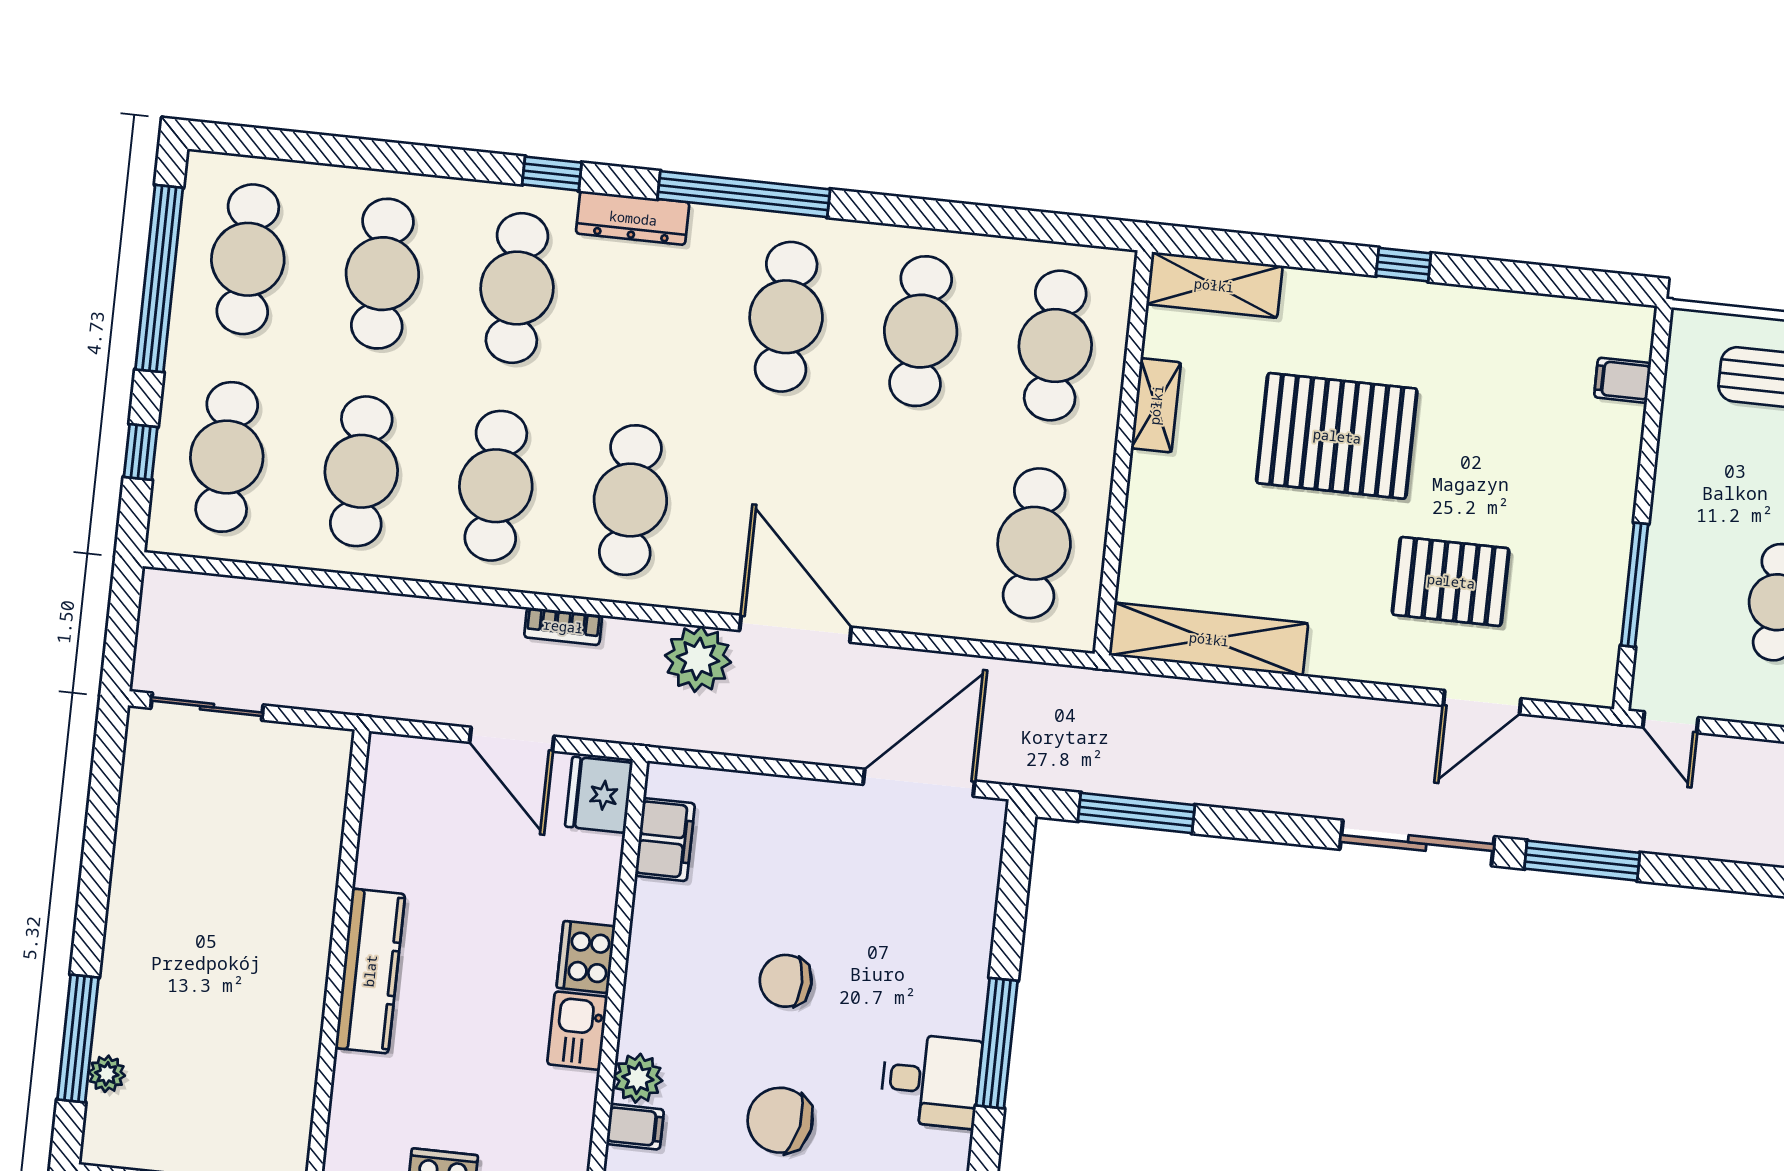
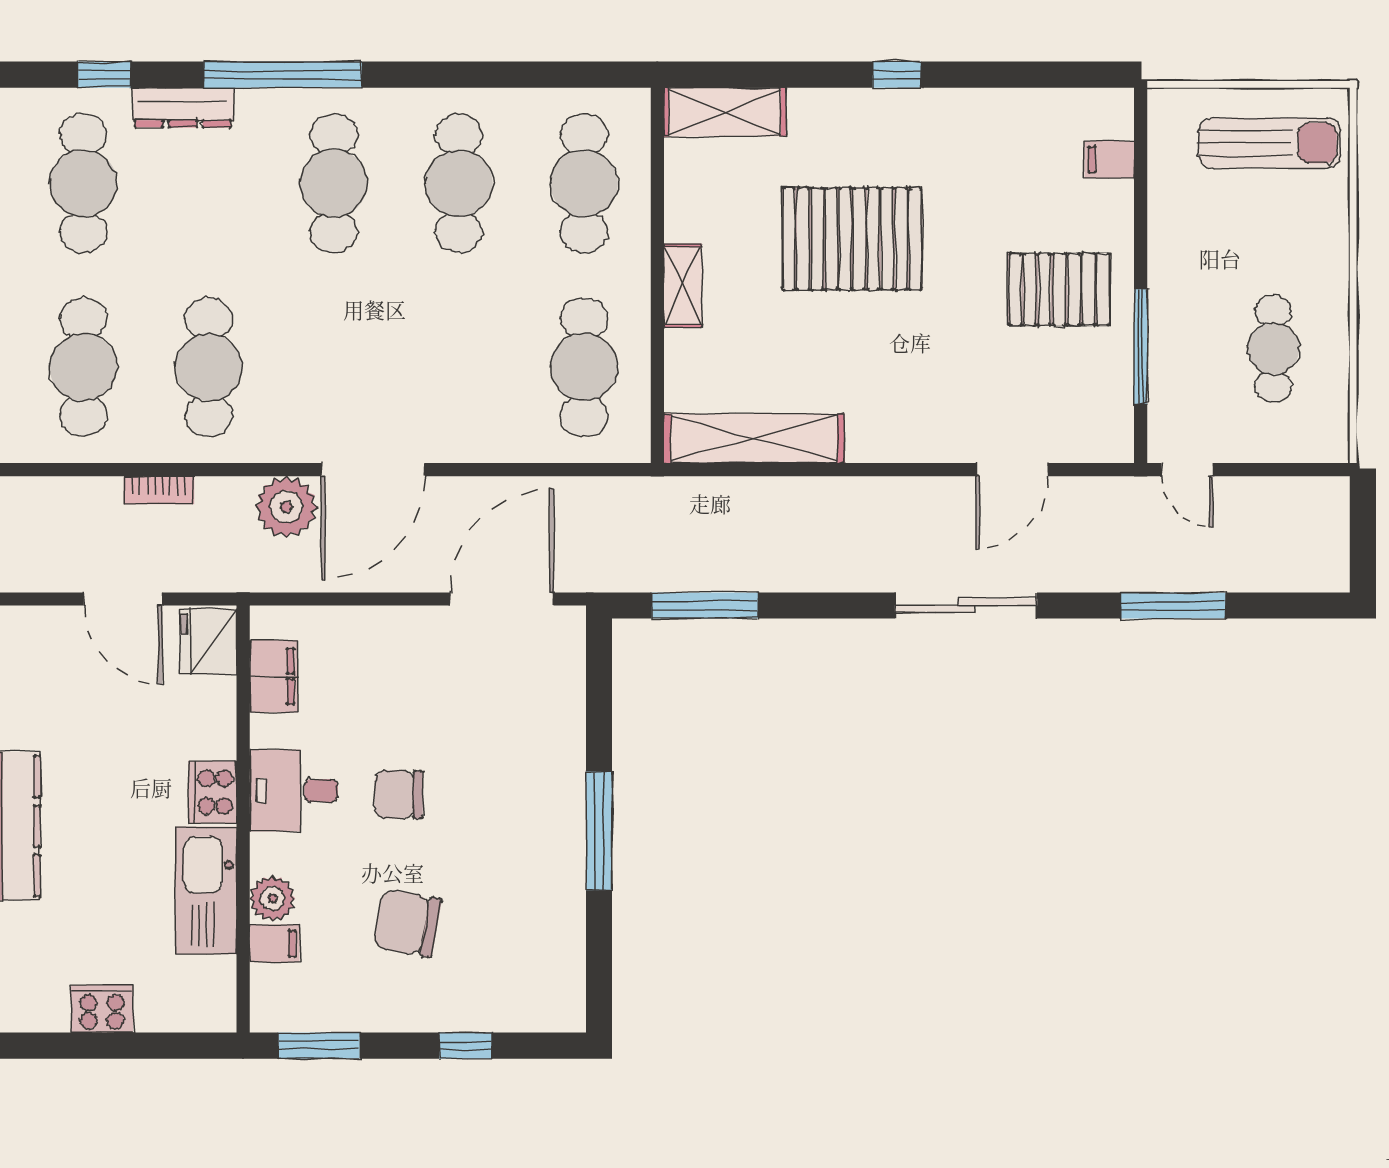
shelving: (1156, 405) -> (683, 286), moved
pallet: (1451, 581) -> (1059, 289), moved
door: (795, 629) -> (373, 470), swing flipped
window: (1582, 861) -> (1173, 605), moved
kitchen sink: (577, 1031) -> (206, 890), width x1.87, depth x1.24
desk: (931, 1081) -> (294, 790), moved, turned 180

